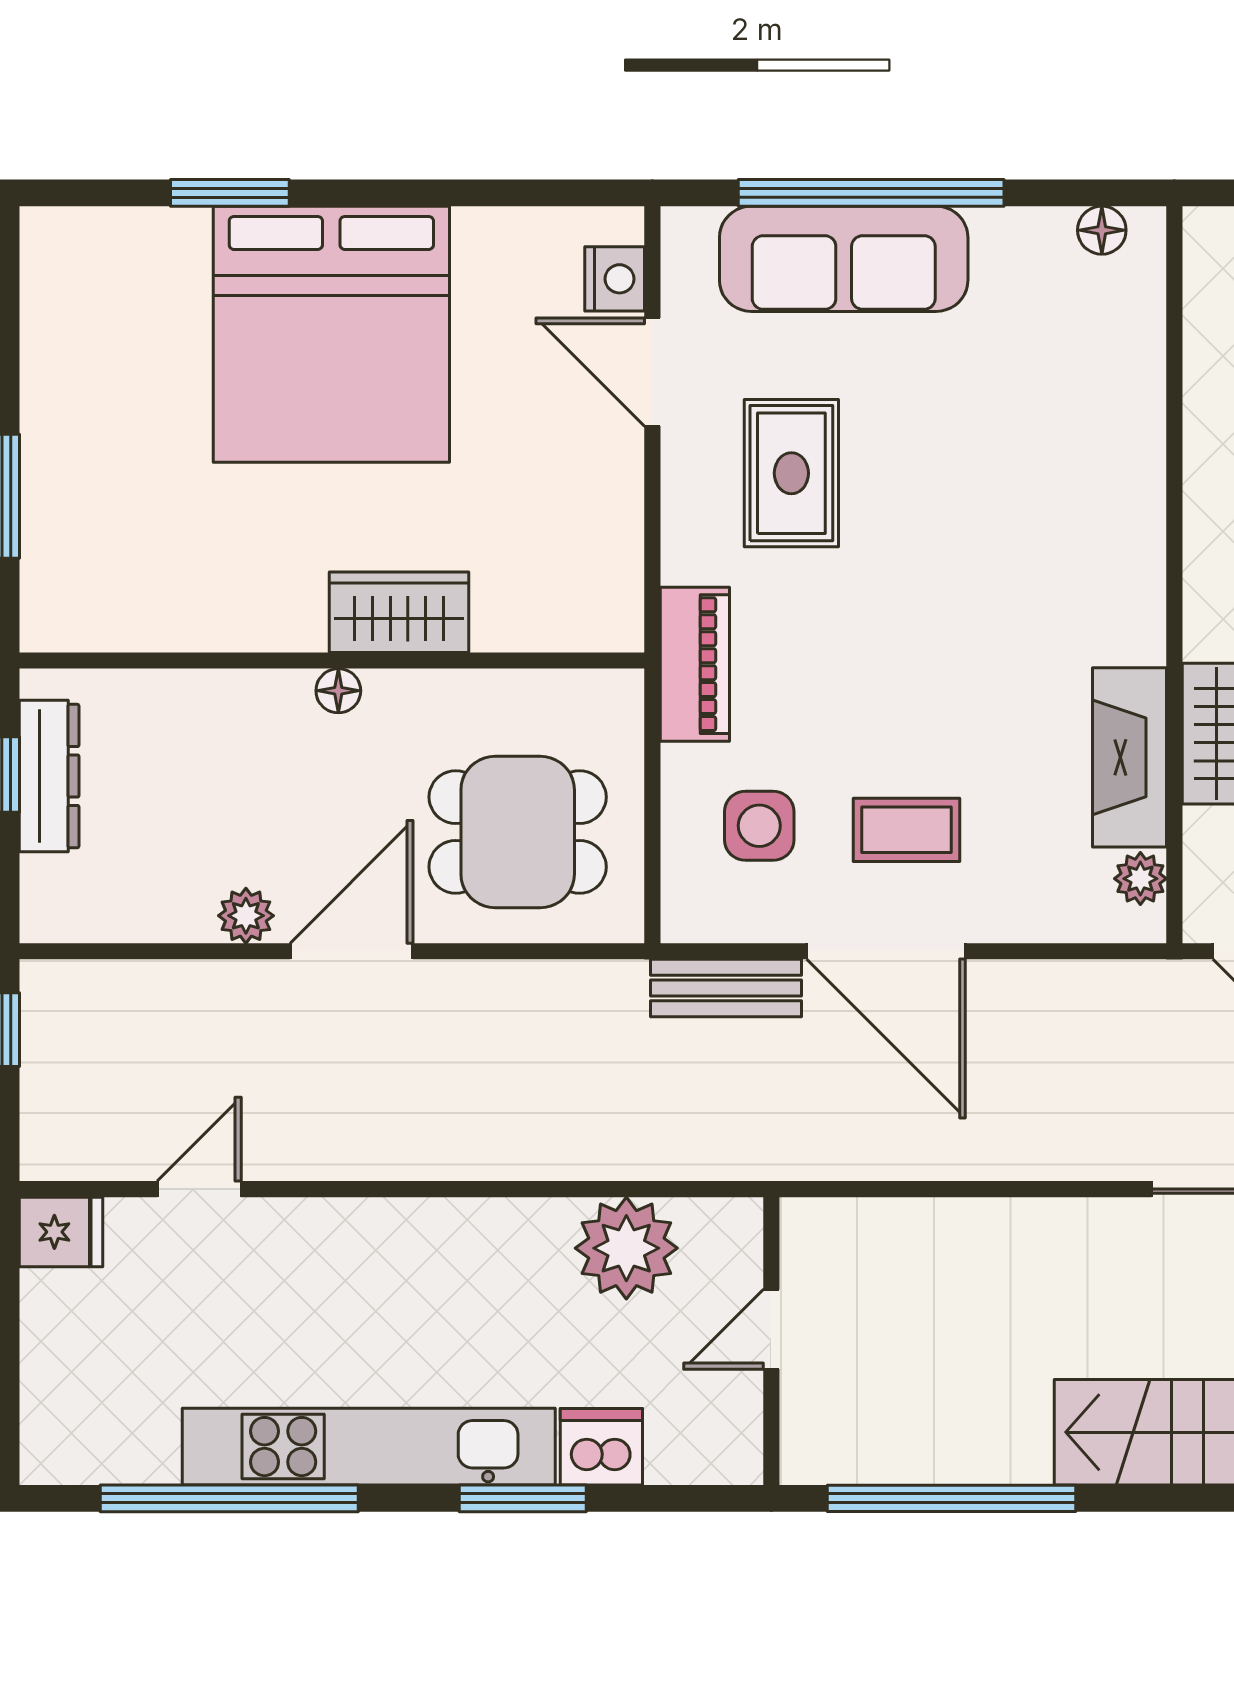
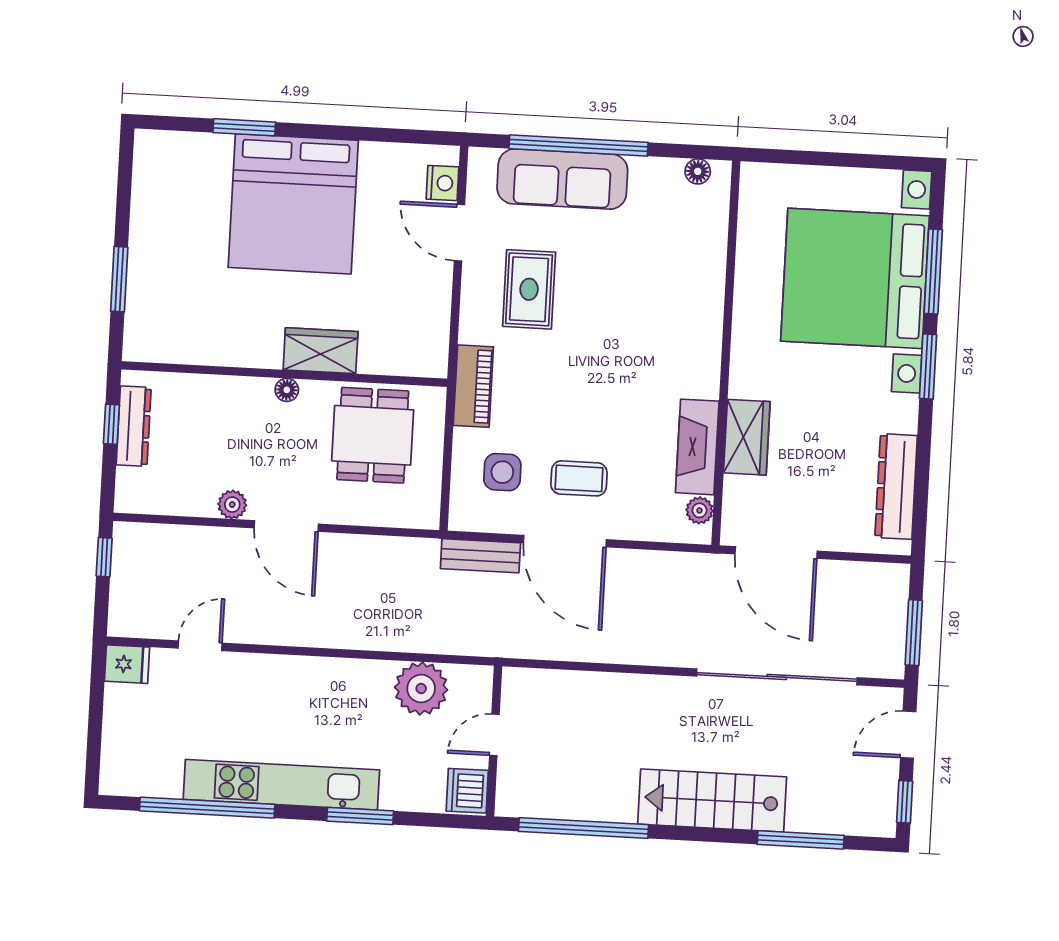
dining table: (518, 832) -> (373, 435), moved, turned 90
door: (352, 951) -> (286, 526), swing flipped
dishwasher: (601, 1447) -> (467, 791), moved, turned -90

